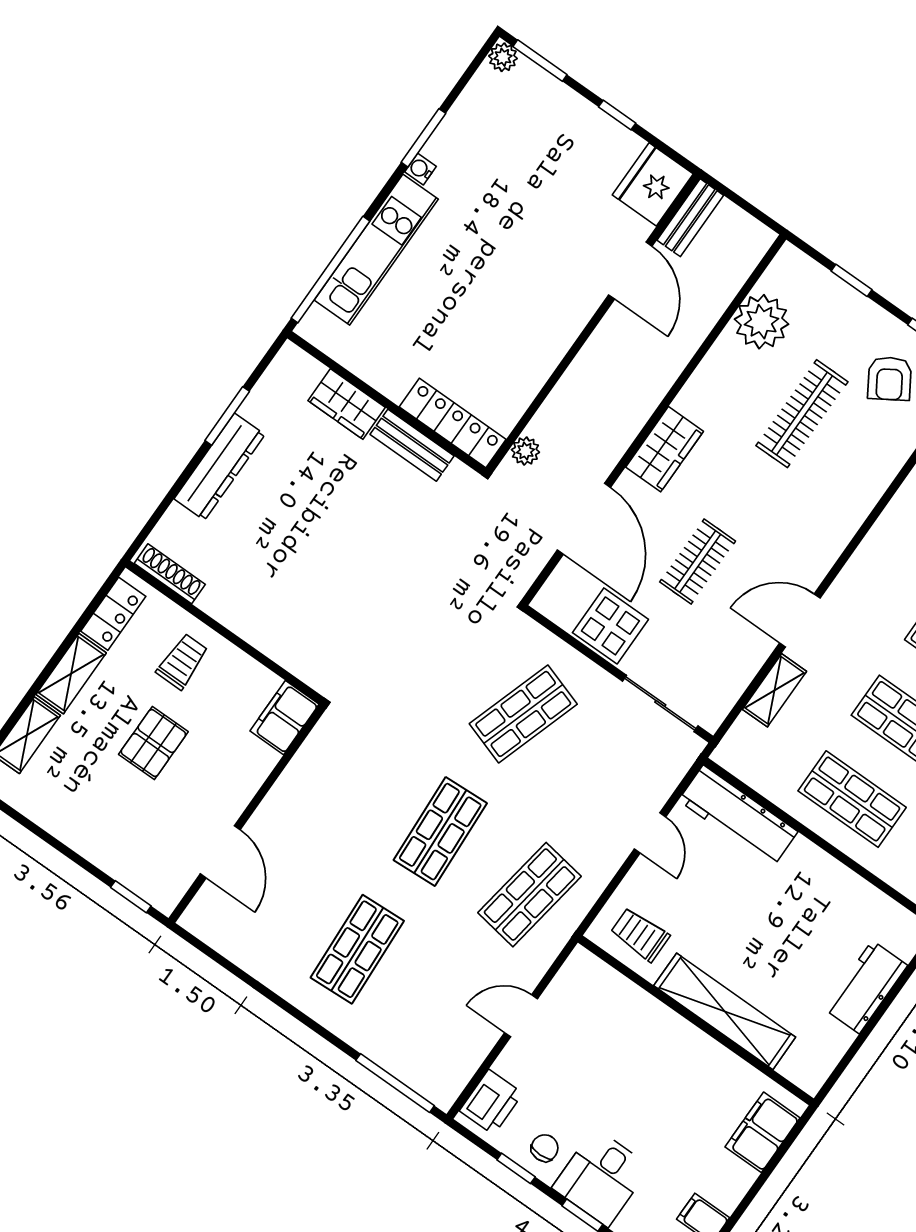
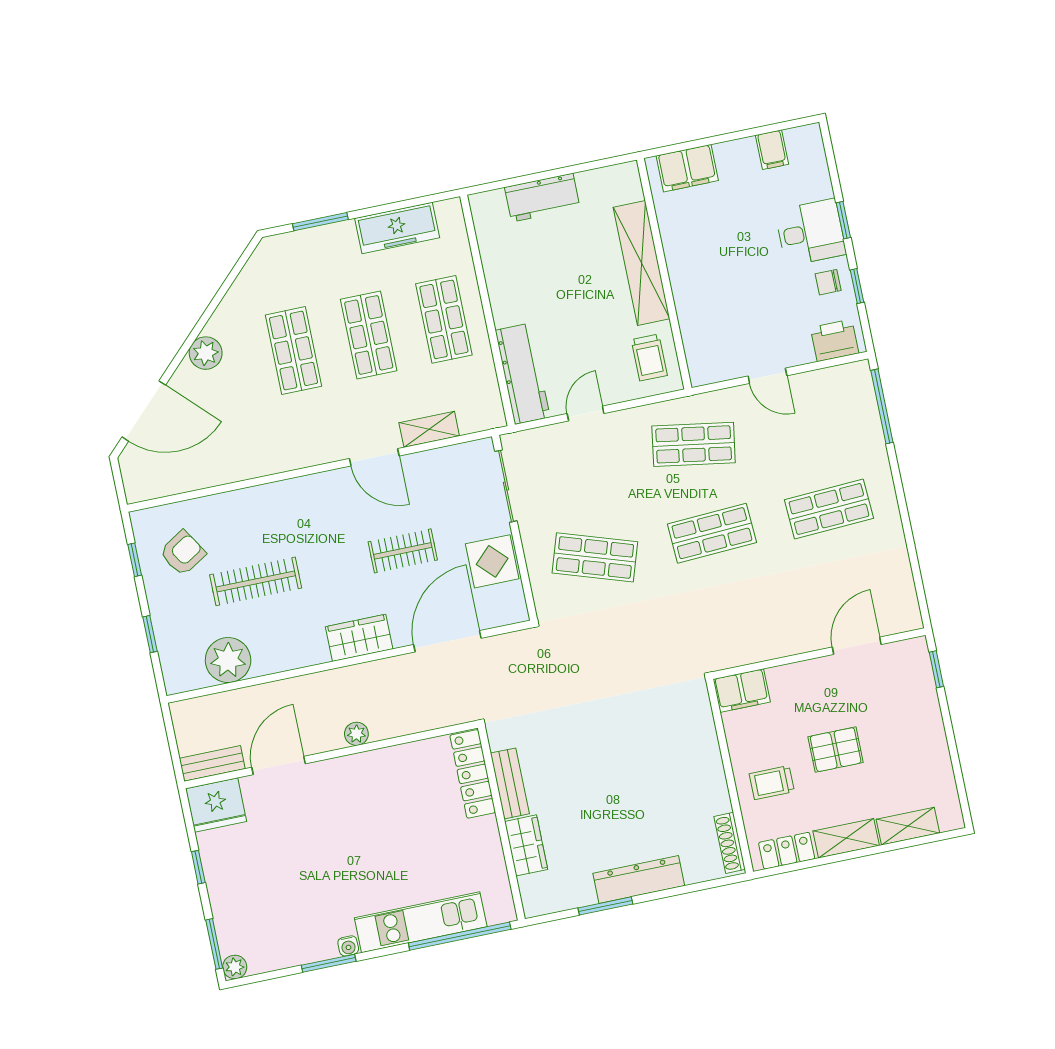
plant: (525, 451) -> (356, 734), moved

